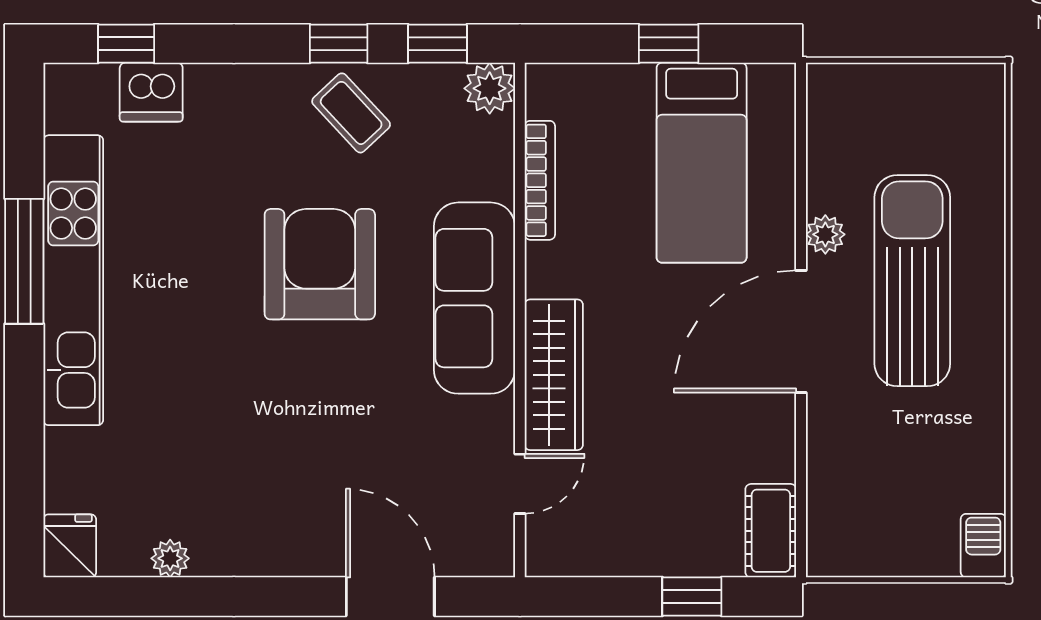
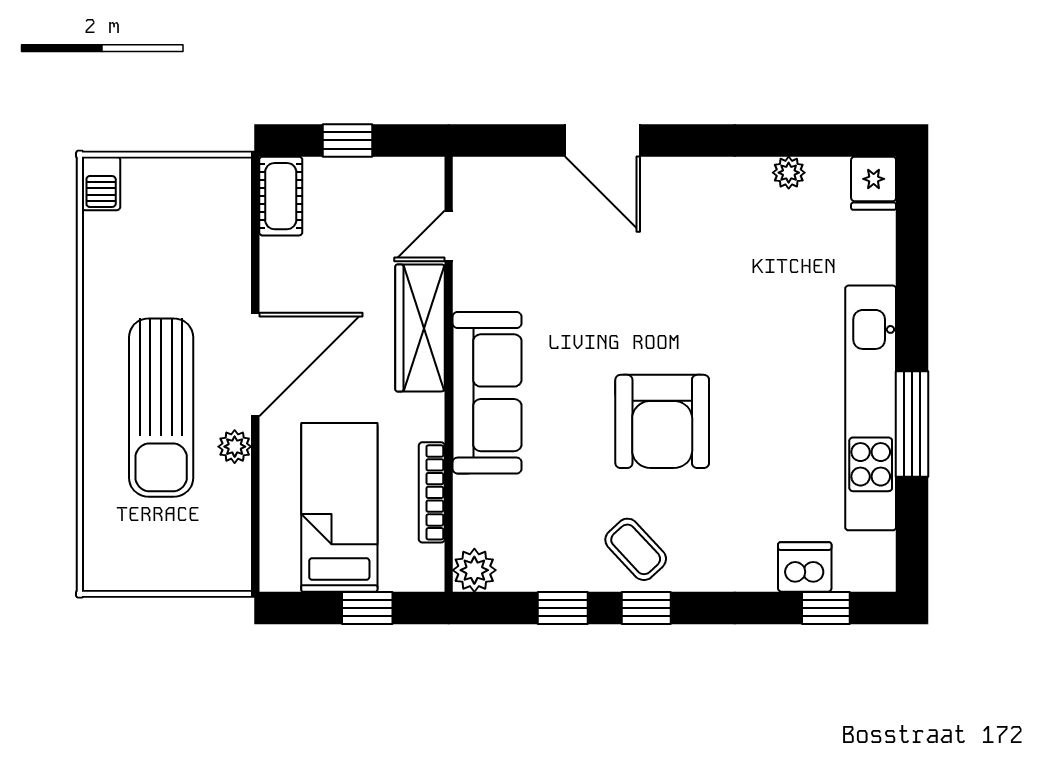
plant: (490, 88) -> (474, 570), moved
bookcase: (540, 180) -> (432, 492), moved
sofa: (474, 298) -> (487, 393), moved
wall: (520, 320) -> (449, 374), moved
wardrobe: (554, 375) -> (420, 328), moved
door: (520, 484) -> (449, 236), moved

